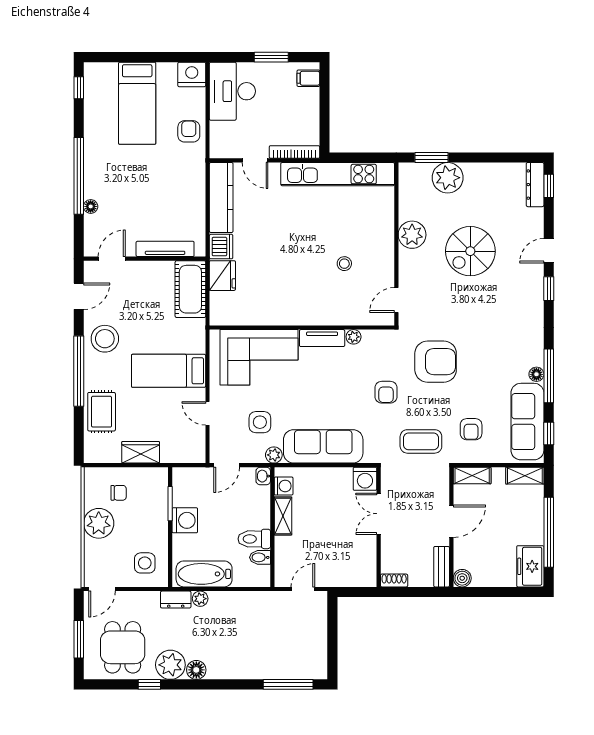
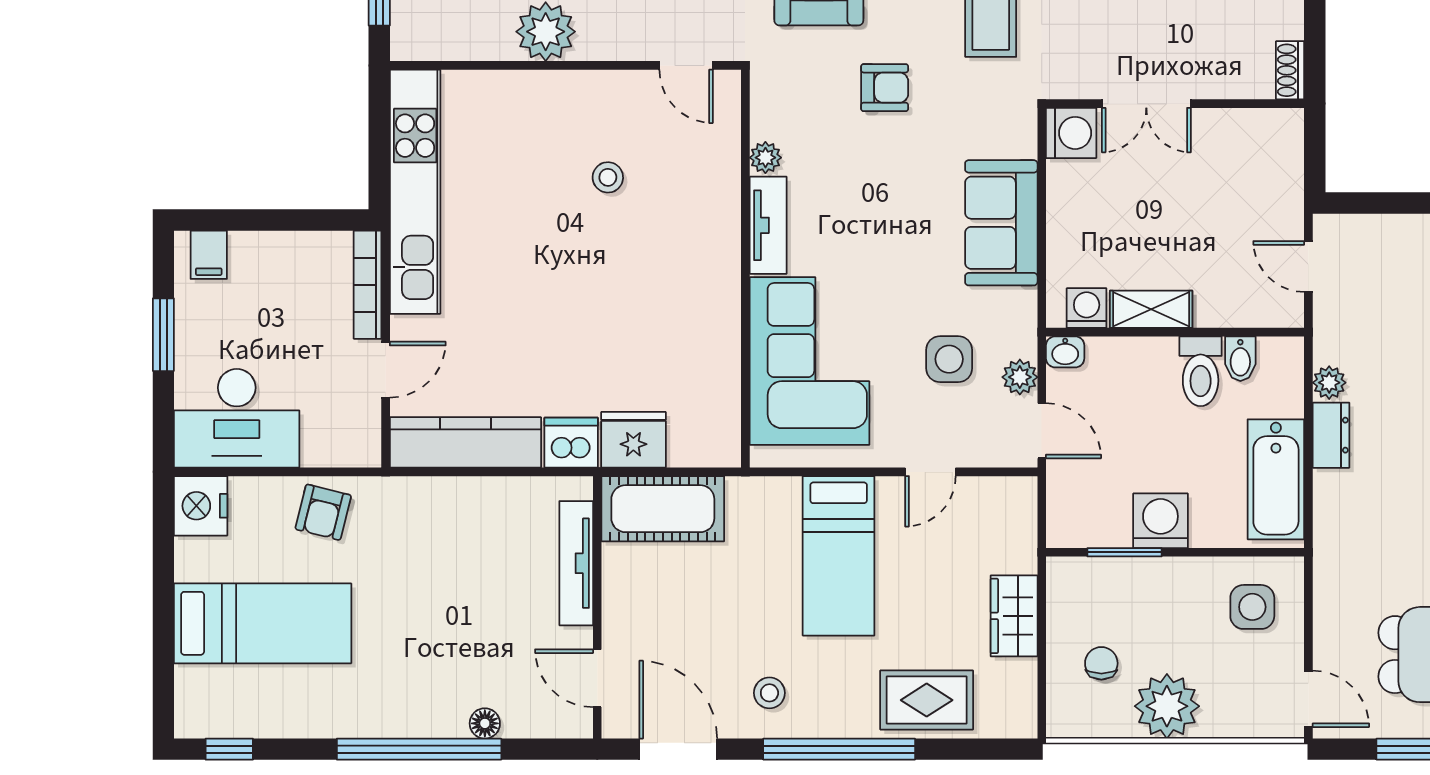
armchair: (189, 131) -> (323, 512), turned -76
door: (79, 296) -> (678, 749), width x1.38
stool: (105, 339) -> (769, 693), width x0.53, depth x0.53
sofa: (323, 446) -> (1001, 223), width x0.73
plant: (274, 455) -> (1020, 377), moved
plant: (200, 599) -> (1329, 383), moved
dresser: (176, 600) -> (1331, 435), moved

